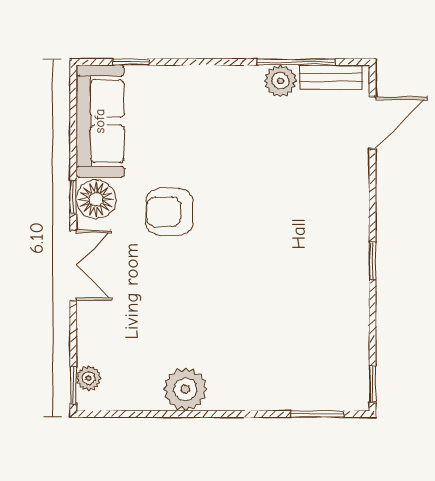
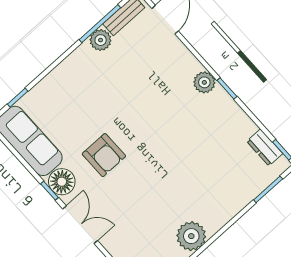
armchair: (169, 212) -> (104, 155), turned -90
plant: (353, 232) -> (204, 82), added
dresser: (355, 364) -> (265, 147), added

